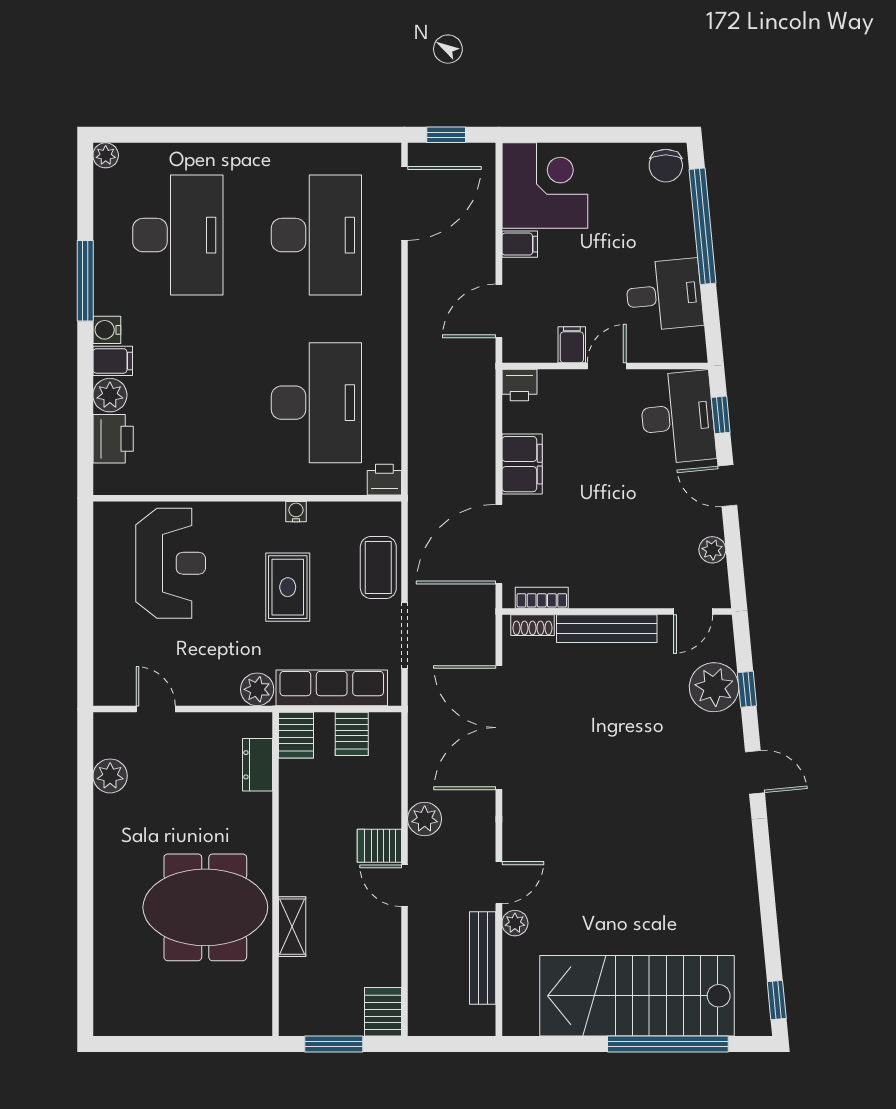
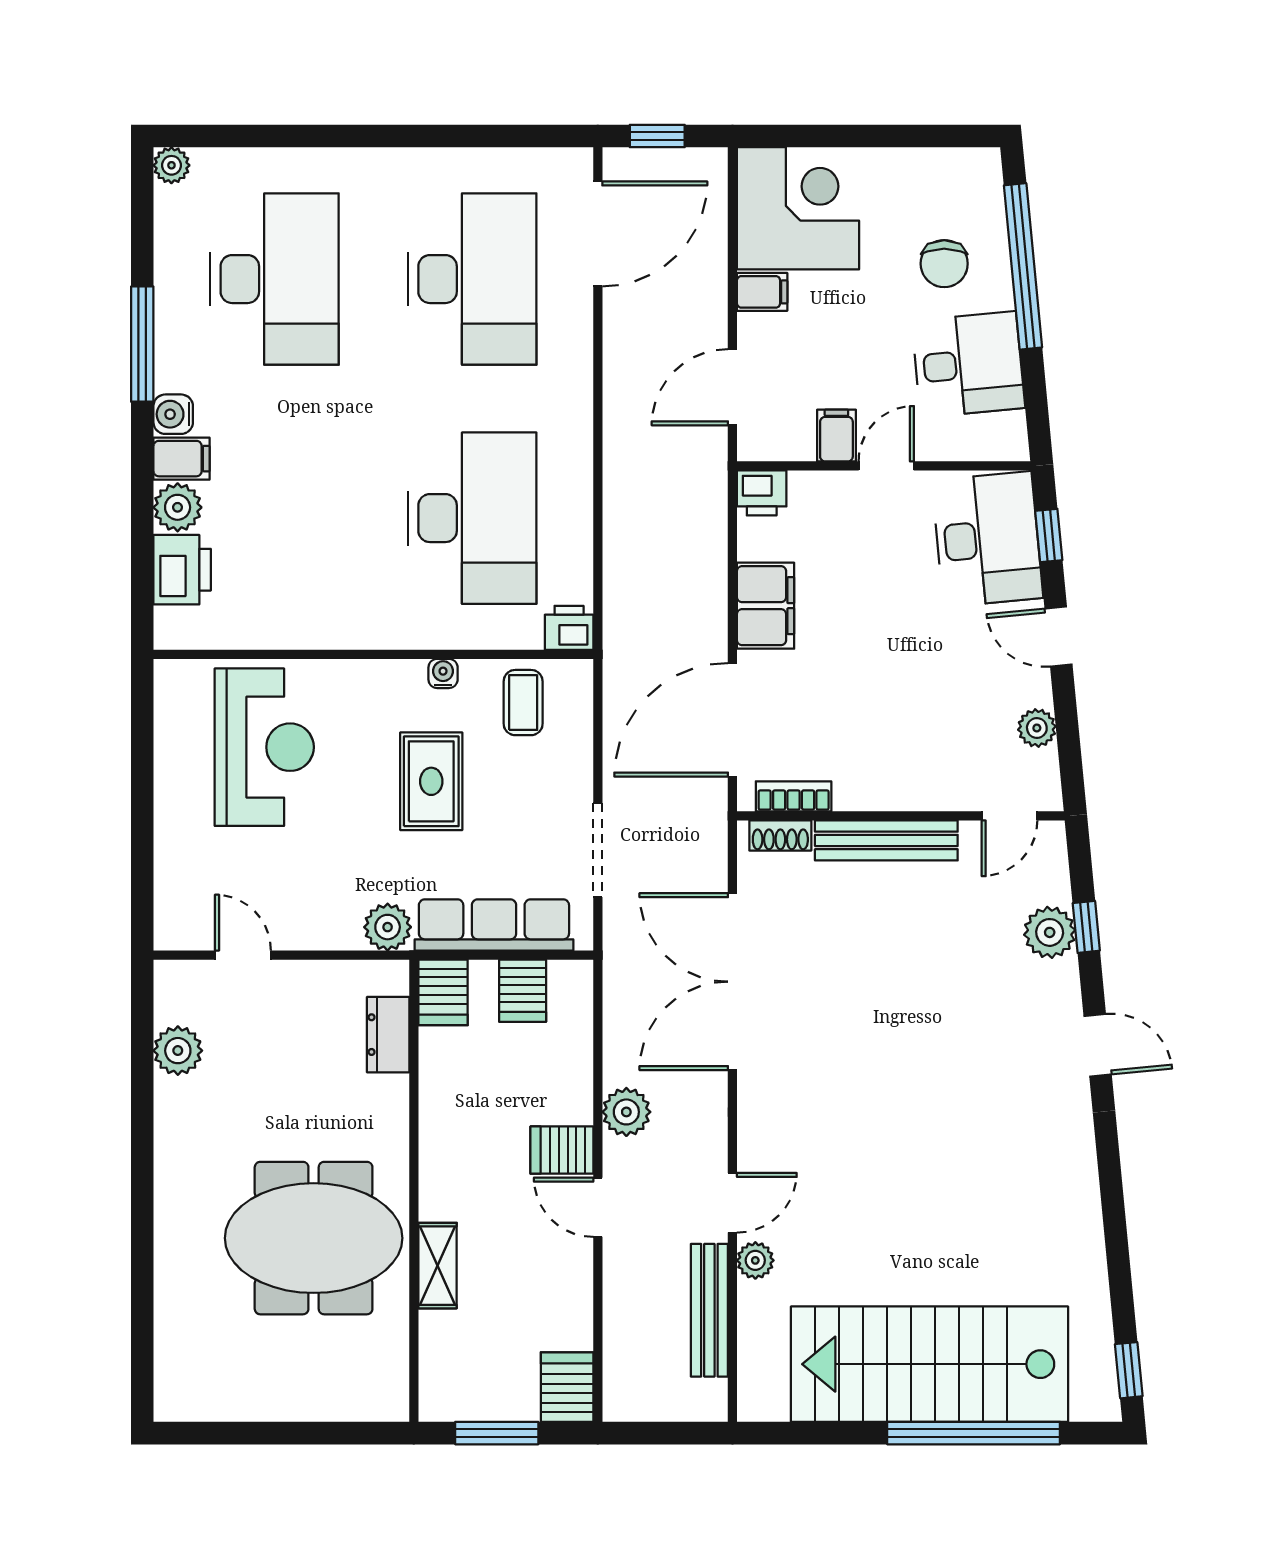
chair: (666, 166) -> (944, 264), moved
coffee table: (378, 568) -> (523, 703), moved, width x0.73, depth x0.77
plant: (714, 687) -> (1050, 932), width x0.73, depth x0.73

